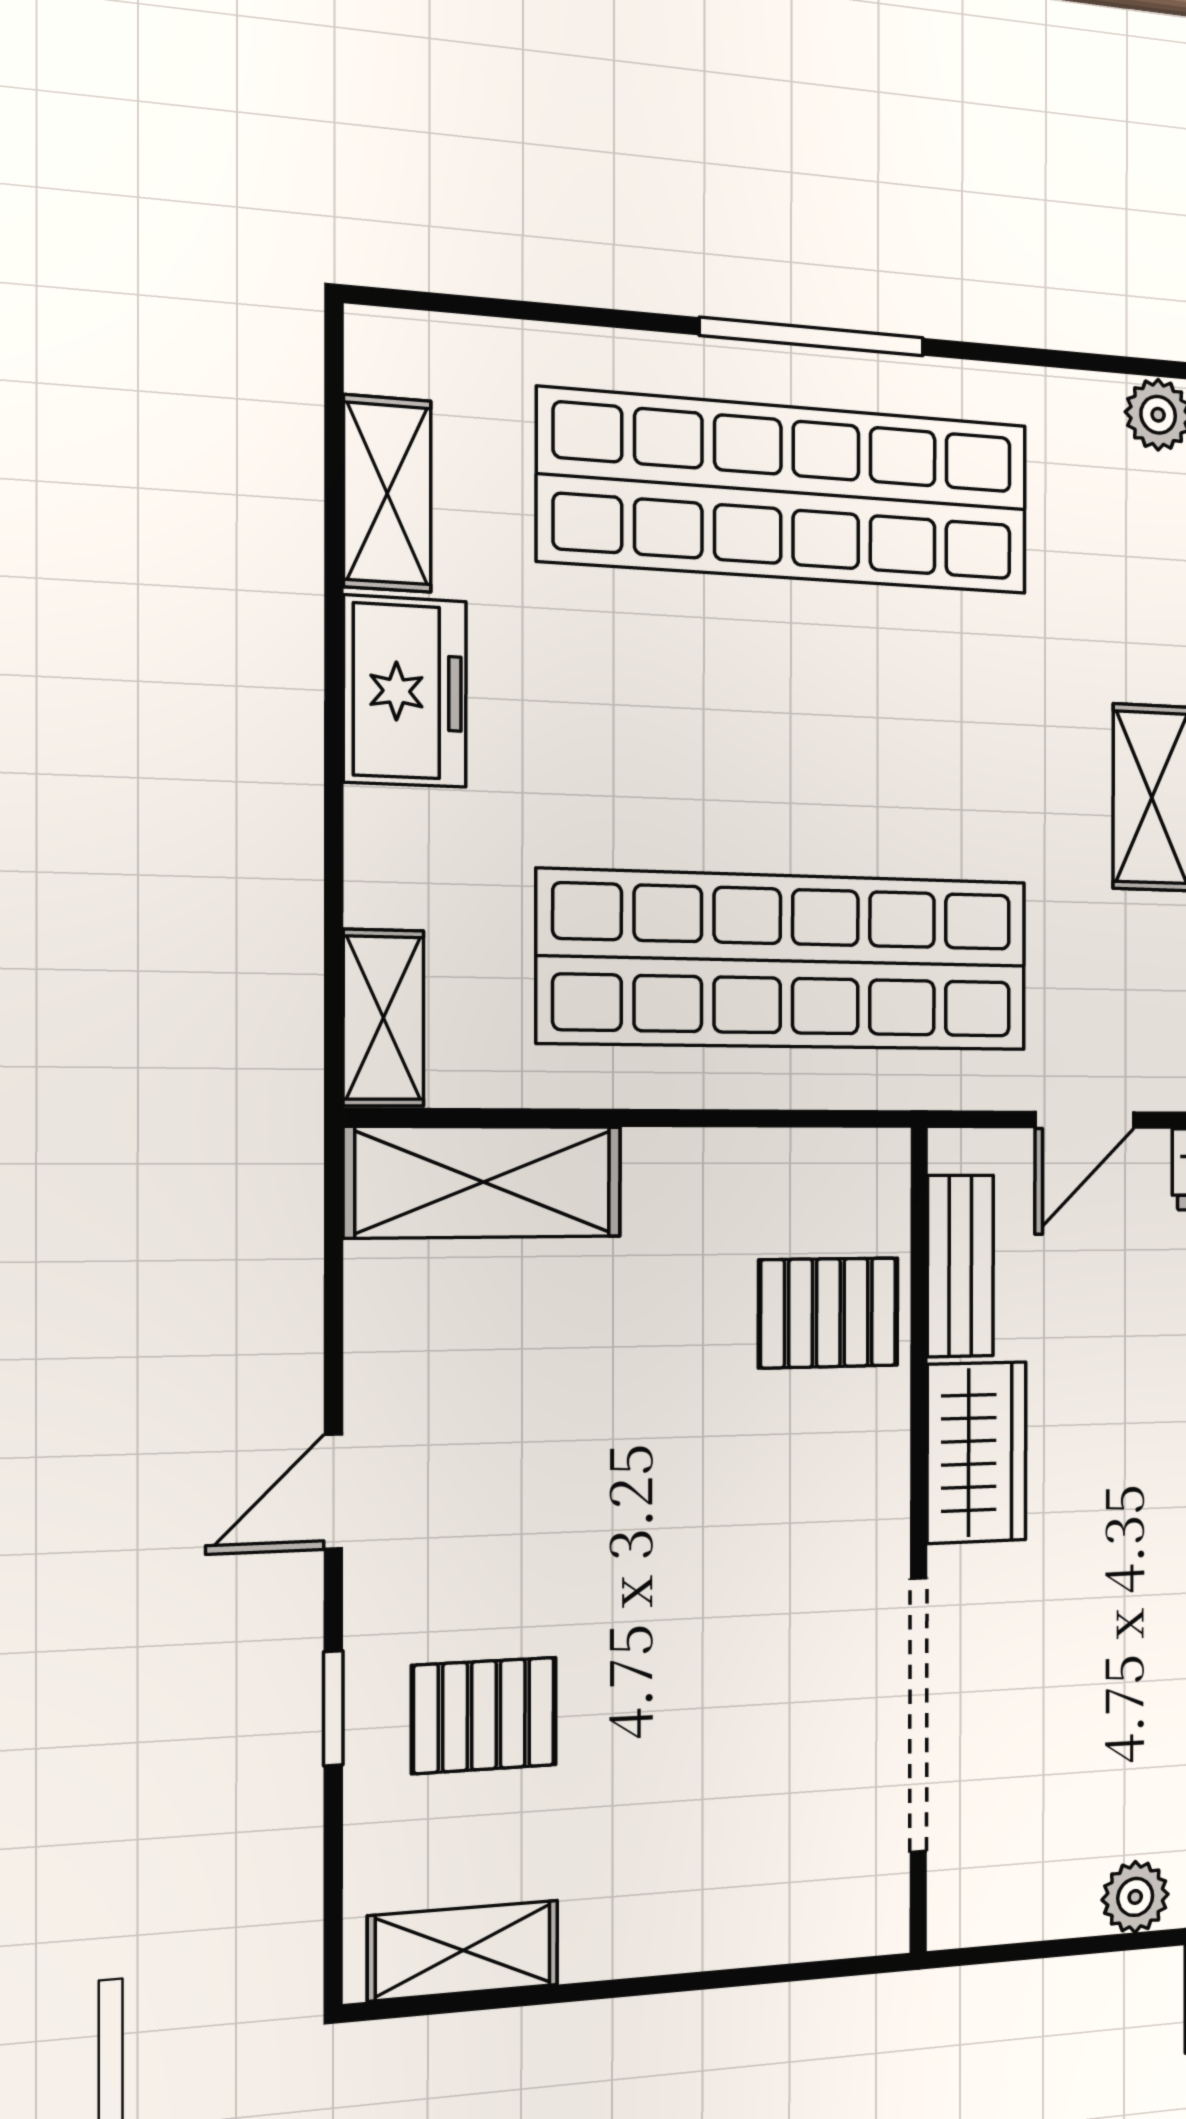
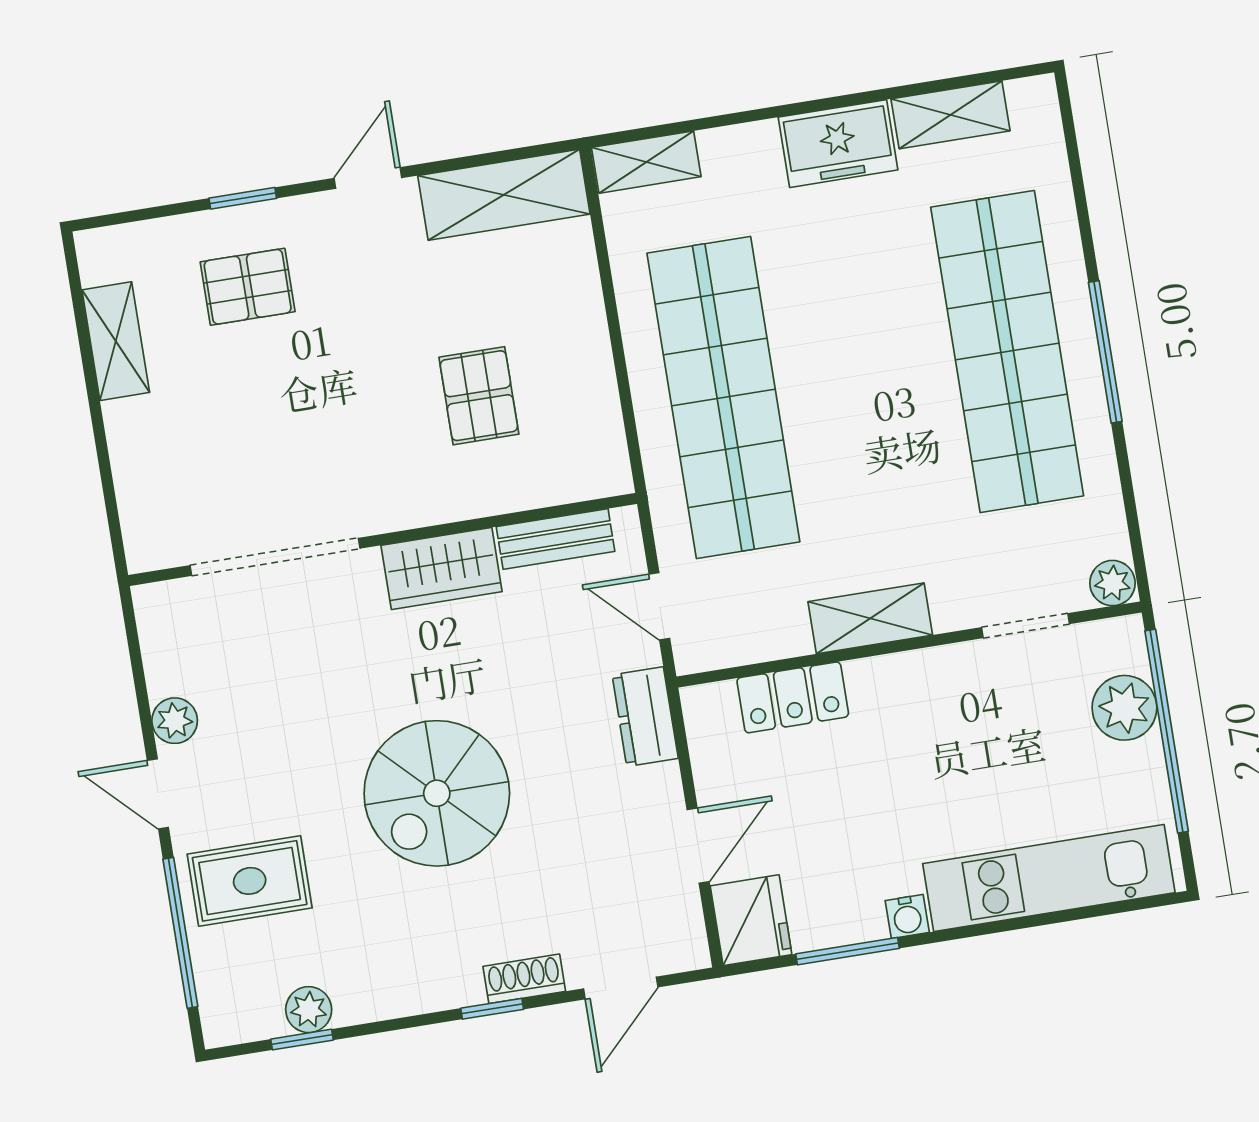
shelving: (484, 1182) -> (504, 195), moved, turned 90
pallet: (828, 1313) -> (479, 396), moved
door: (333, 1492) -> (368, 178), hinge flipped
pallet: (484, 1715) -> (248, 287), turned 90
shelving: (463, 1951) -> (116, 341), moved

